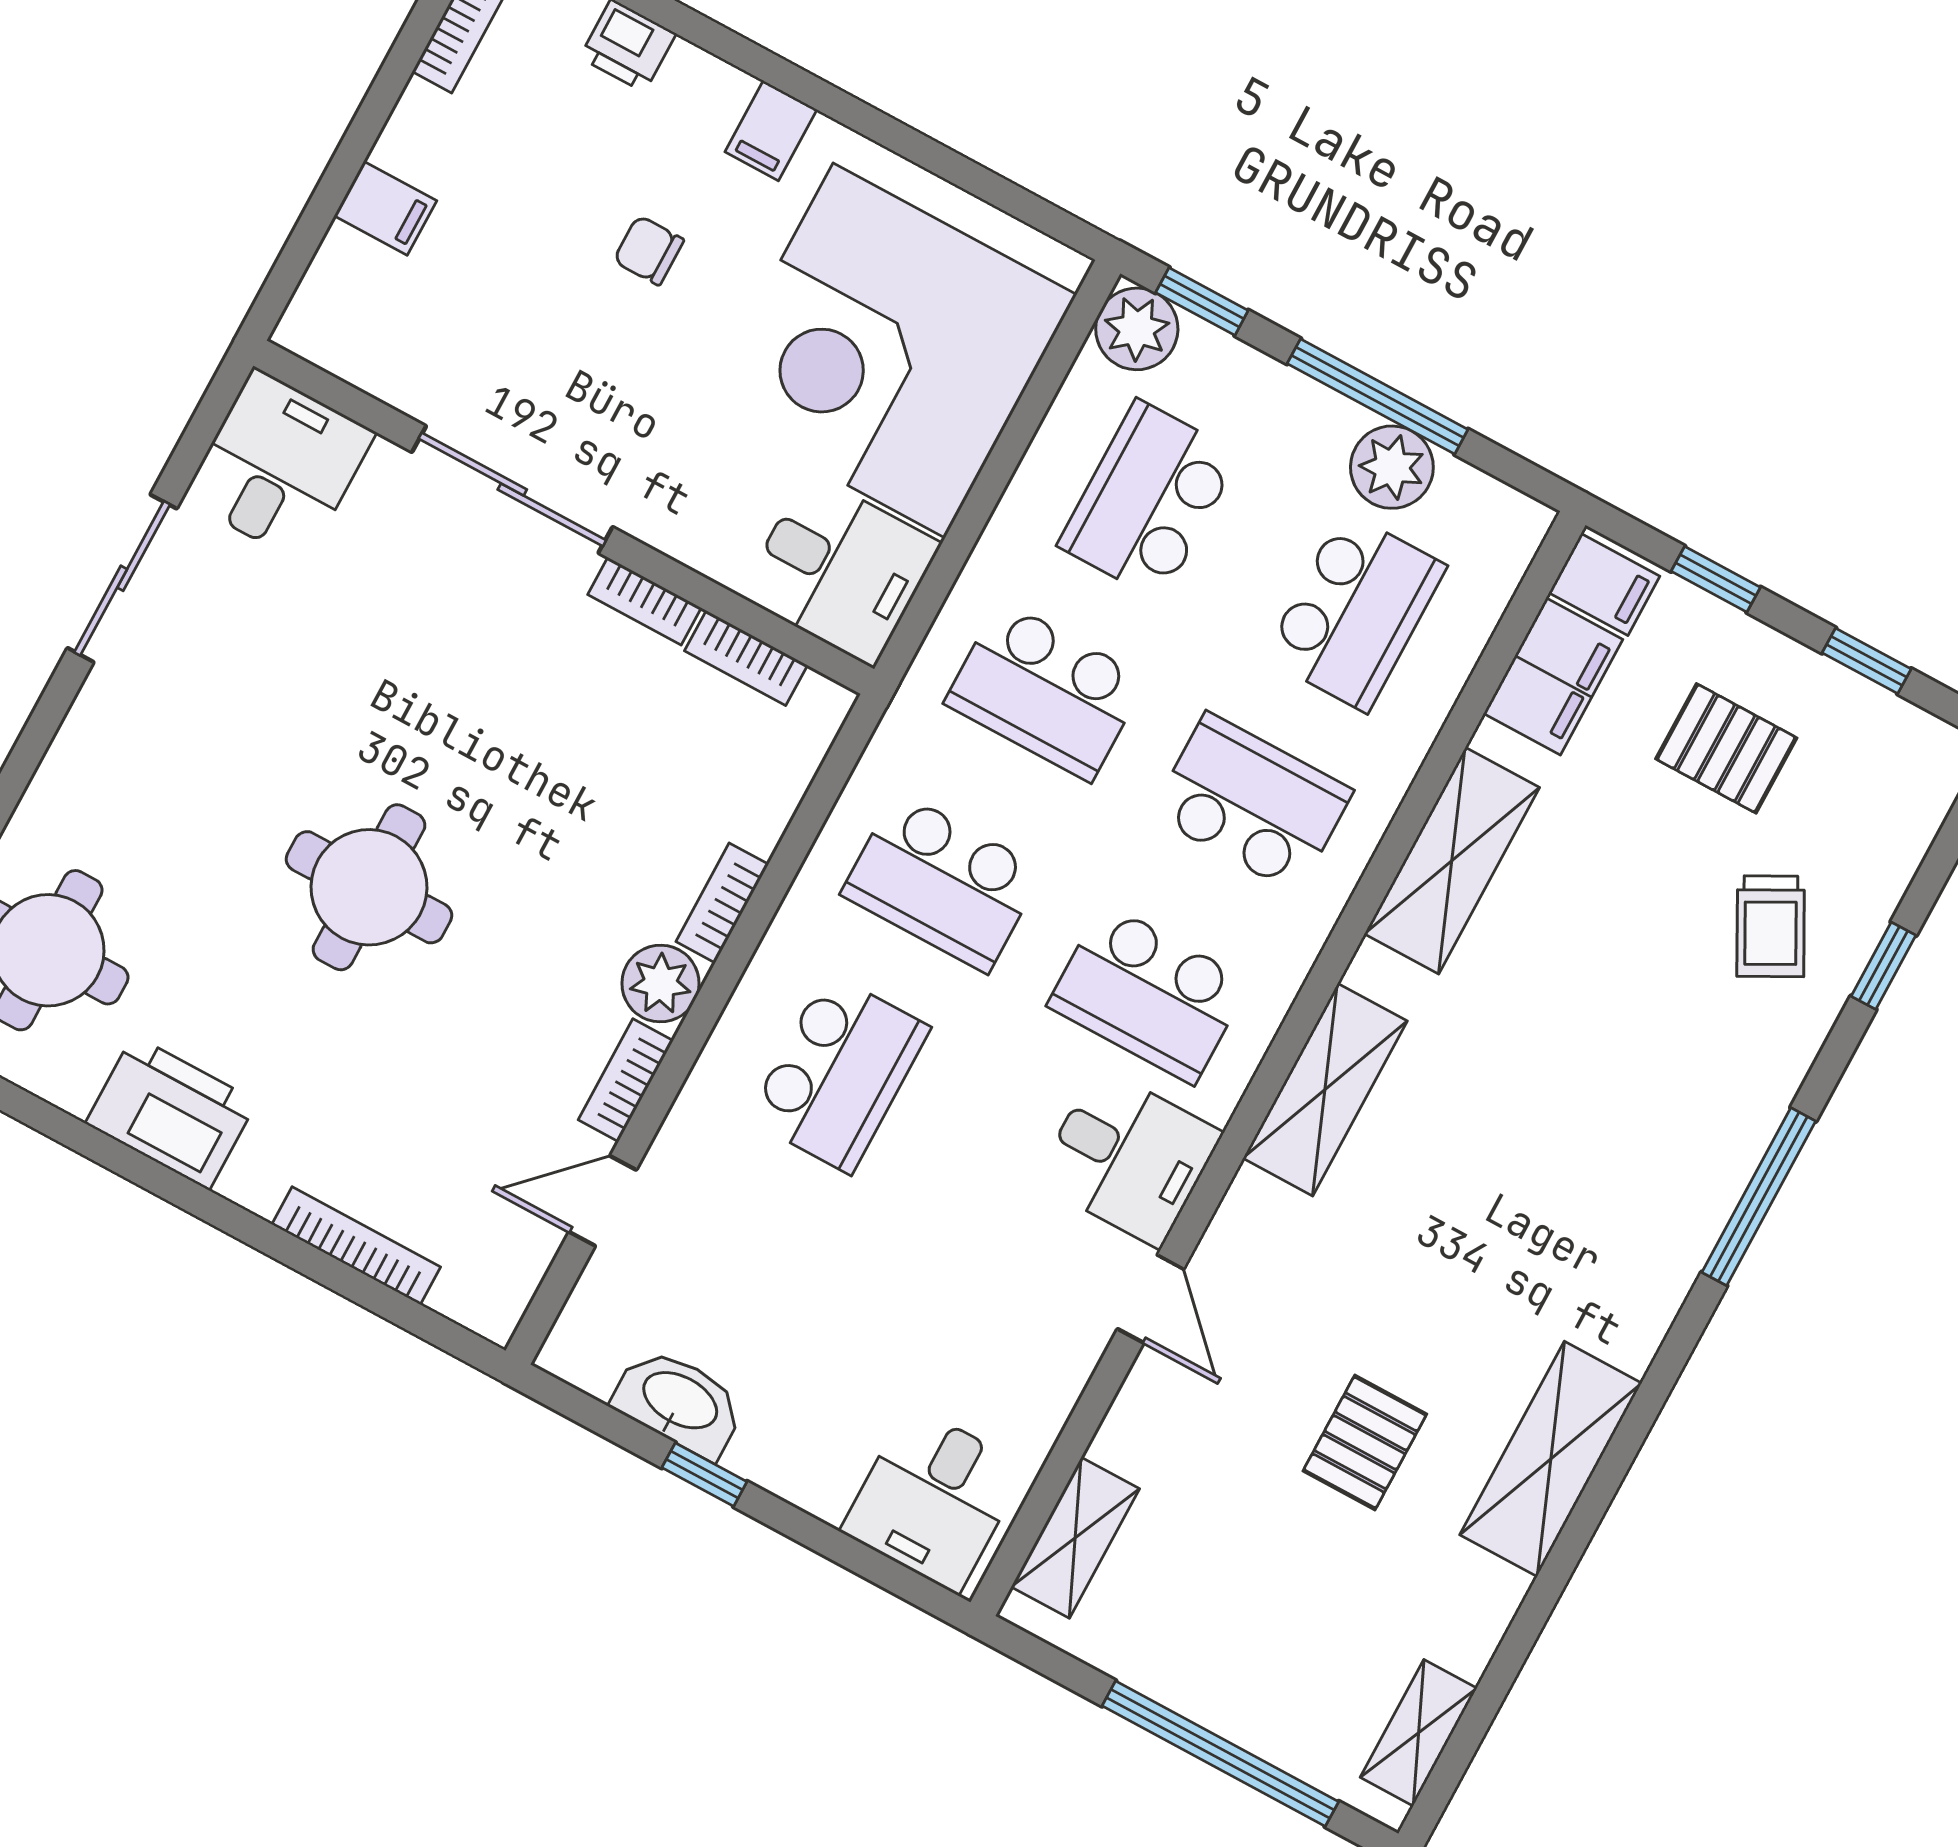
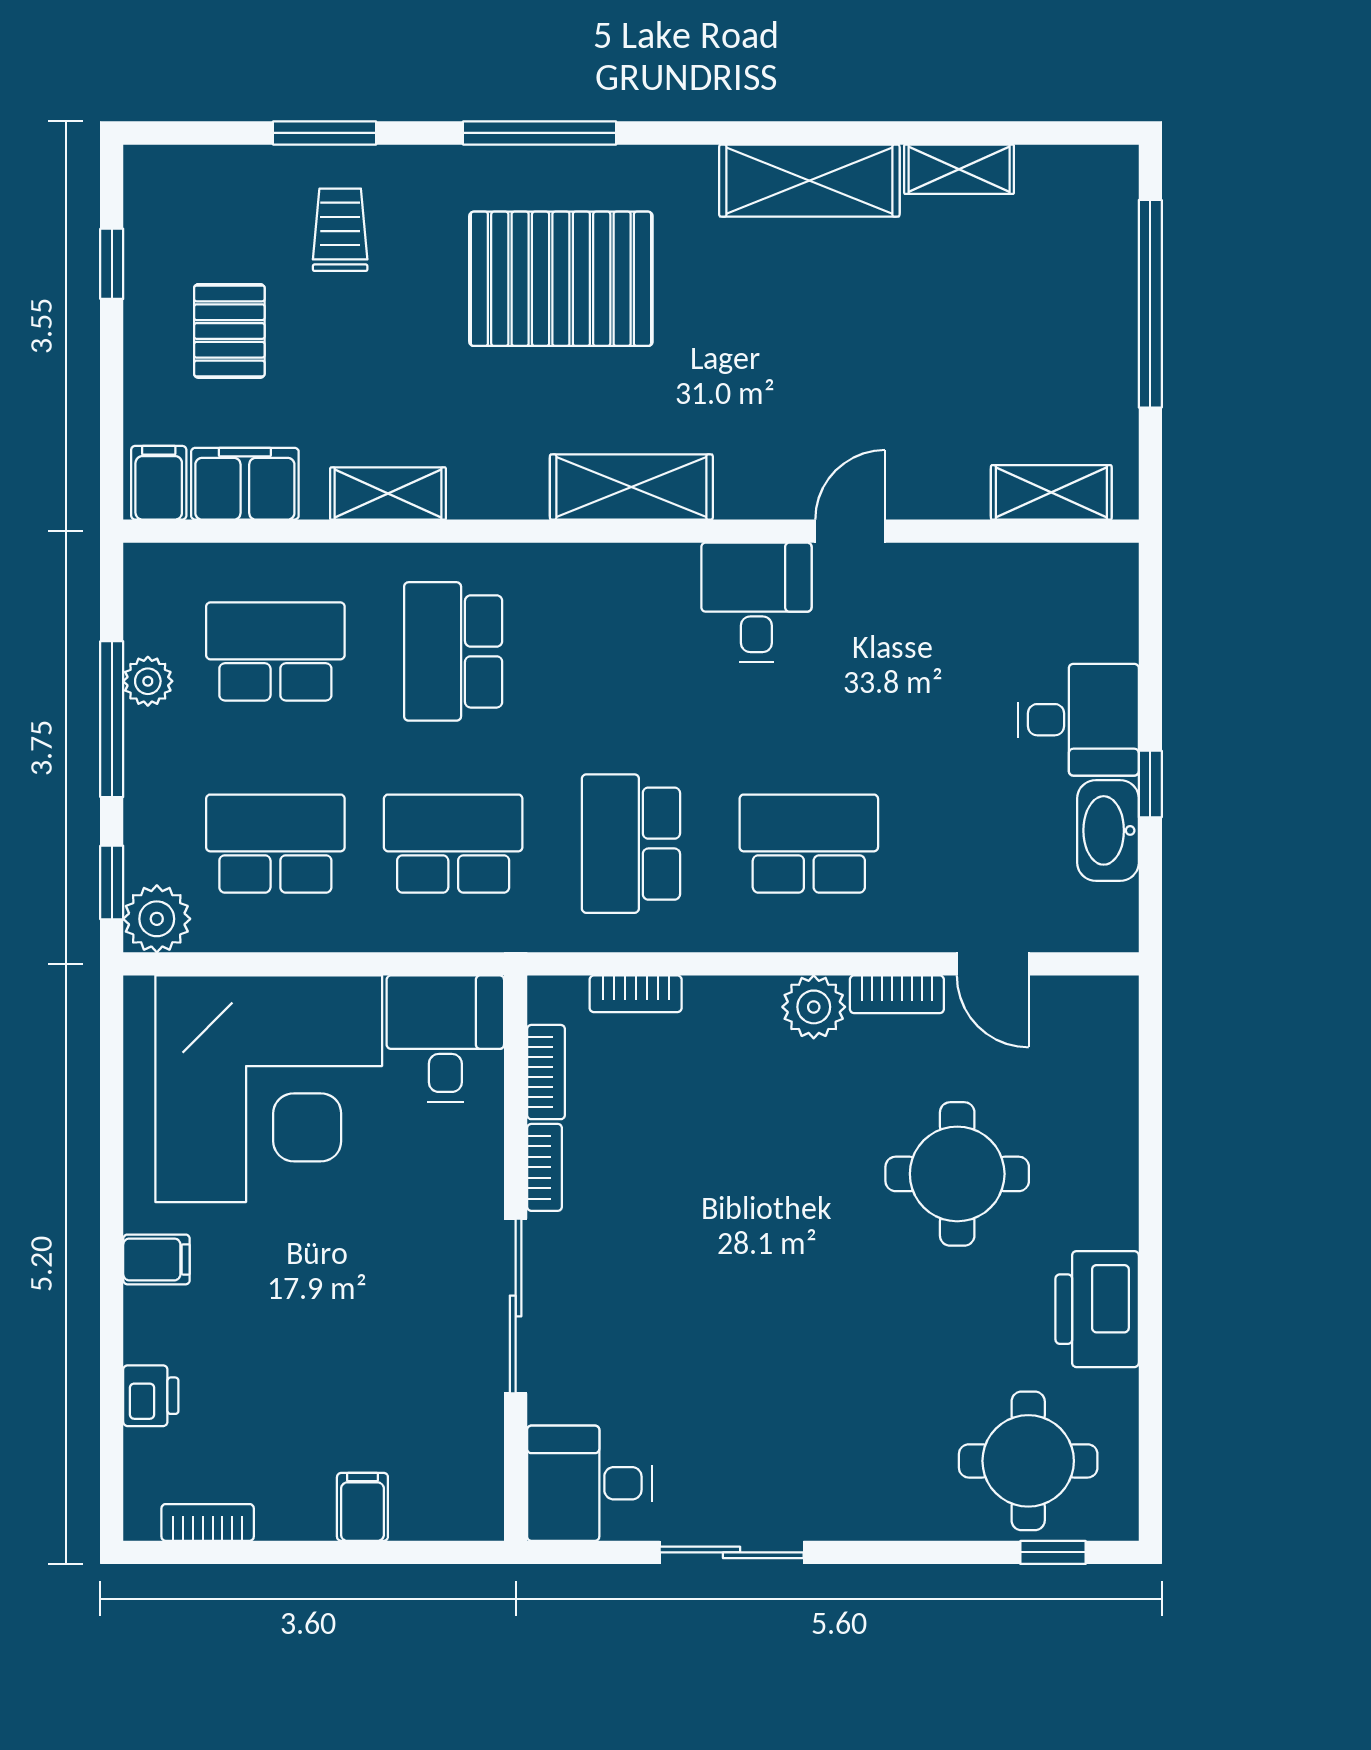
chair: (649, 250) -> (290, 1301), removed
plant: (1392, 467) -> (148, 681), width x0.73, depth x0.73
school desk: (1149, 500) -> (275, 844), turned 180
window: (1716, 579) -> (112, 404), removed
school desk: (1045, 691) -> (453, 844), turned -90
shelving: (1452, 861) -> (388, 494), width x0.67, depth x0.75
school desk: (942, 882) -> (631, 844), turned 180
round table: (369, 887) -> (957, 1174), moved
bookcase: (722, 903) -> (636, 994), moved
trolley: (1771, 926) -> (340, 230), turned -62
window: (1884, 966) -> (325, 133), width x1.50
school desk: (1149, 994) -> (631, 651), removed
bookcase: (356, 1246) -> (1121, 1124), removed
pallet: (1365, 1442) -> (561, 279), moved, width x2.05, depth x2.00
desk: (934, 1499) -> (1079, 720), moved
shelving: (1419, 1733) -> (959, 169), moved

